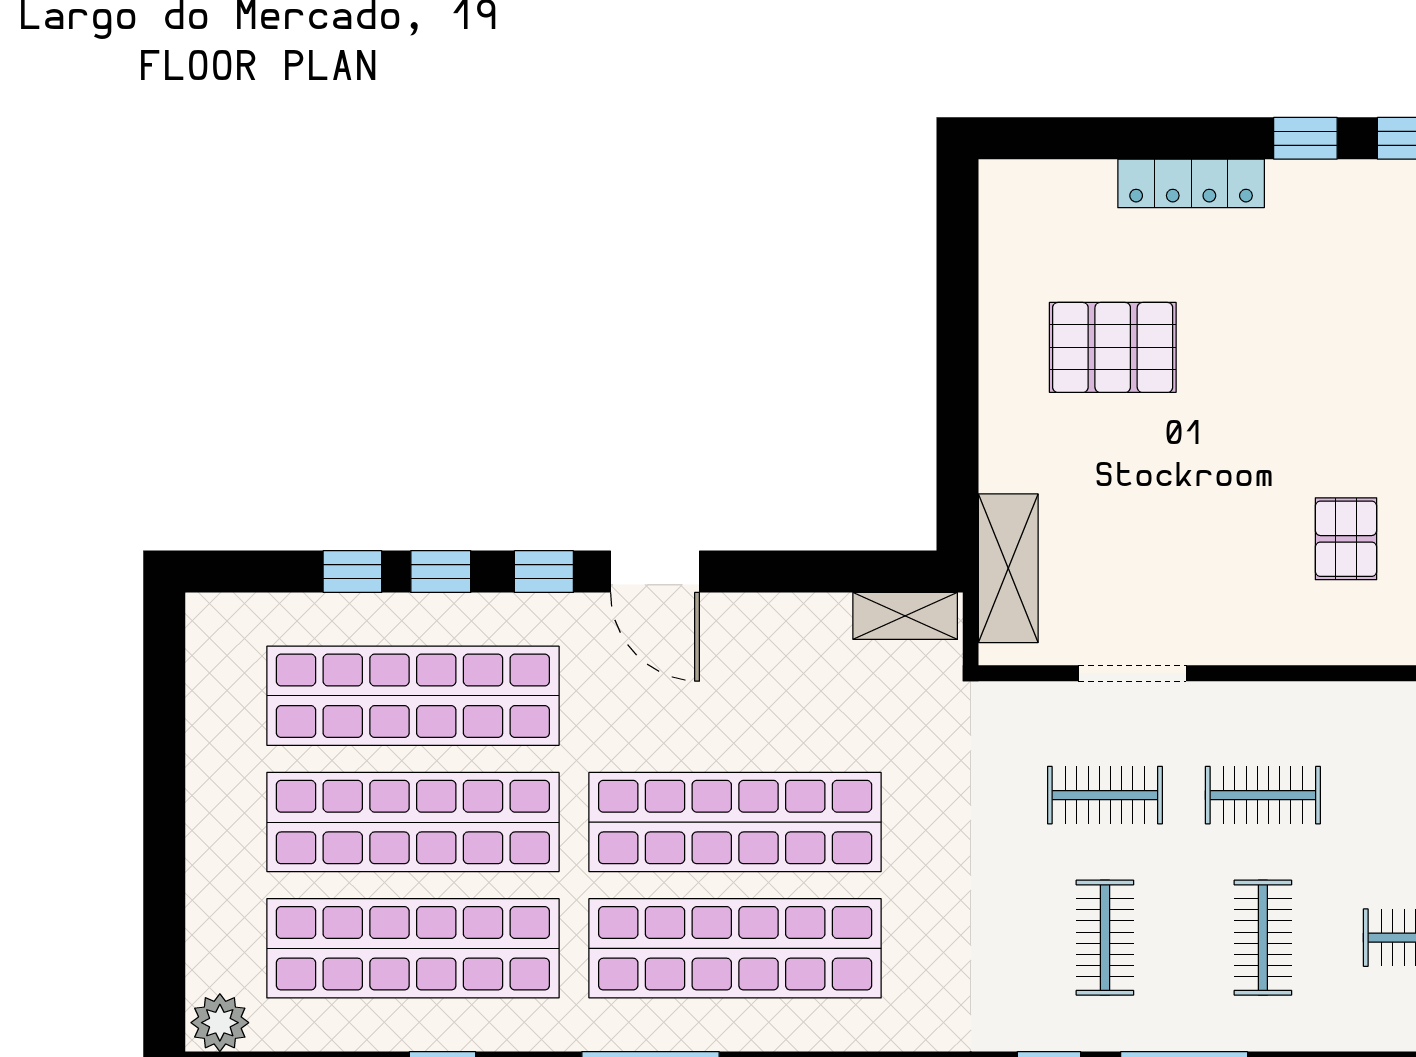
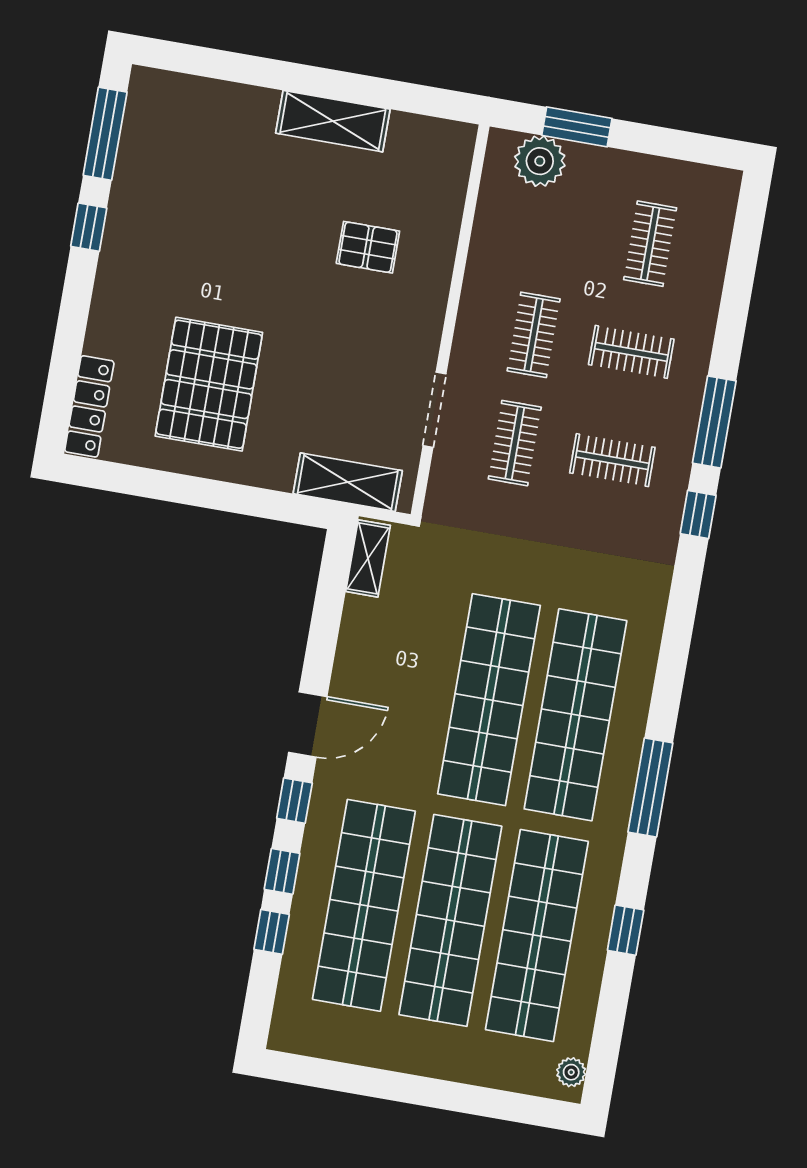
locker: (1191, 183) -> (89, 406), moved
pallet: (1113, 347) -> (209, 384), width x1.37, depth x1.41
plant: (220, 1023) -> (571, 1072), width x0.73, depth x0.73

